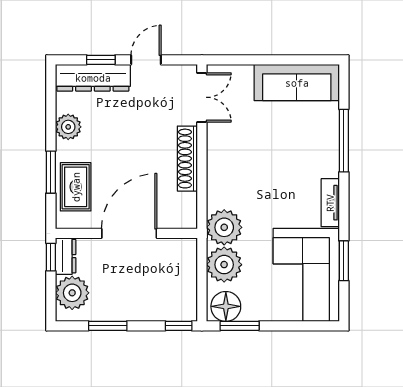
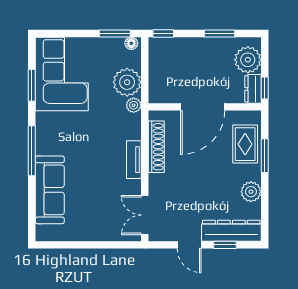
door: (146, 60) -> (189, 245), hinge flipped
sofa: (297, 83) -> (50, 190), moved, turned 90
window: (344, 141) -> (32, 151), moved
shoe rack: (187, 159) -> (156, 147), moved
tv unit: (330, 203) -> (134, 160), moved, turned 180
plant: (224, 227) -> (134, 105), width x0.53, depth x0.53
floor lamp: (226, 306) -> (131, 43), width x0.53, depth x0.53

